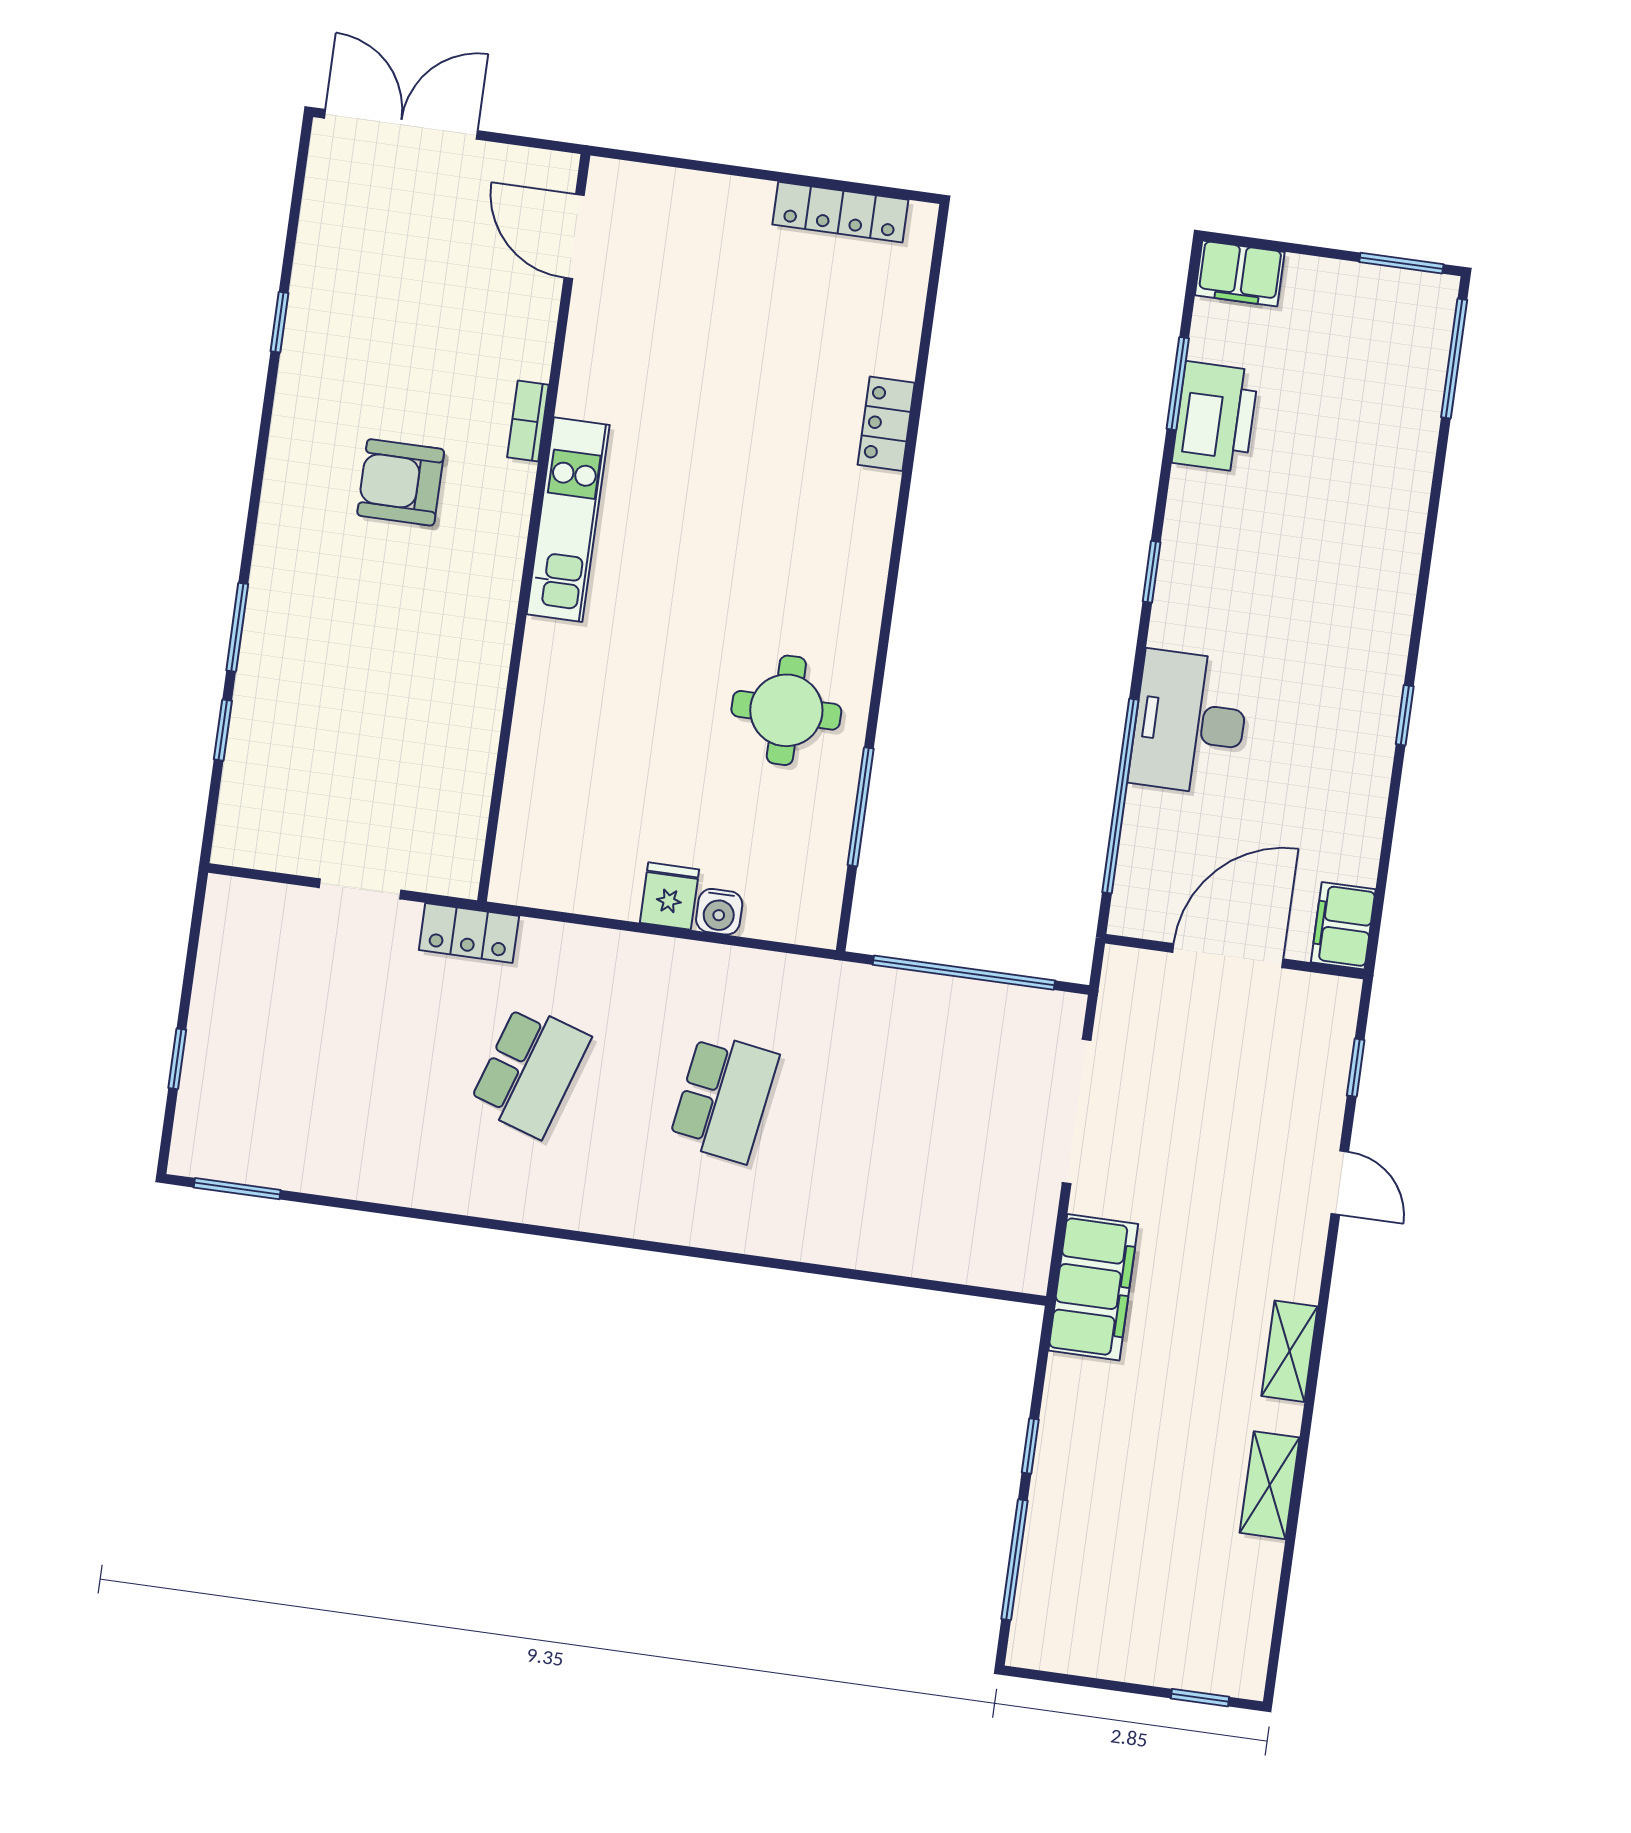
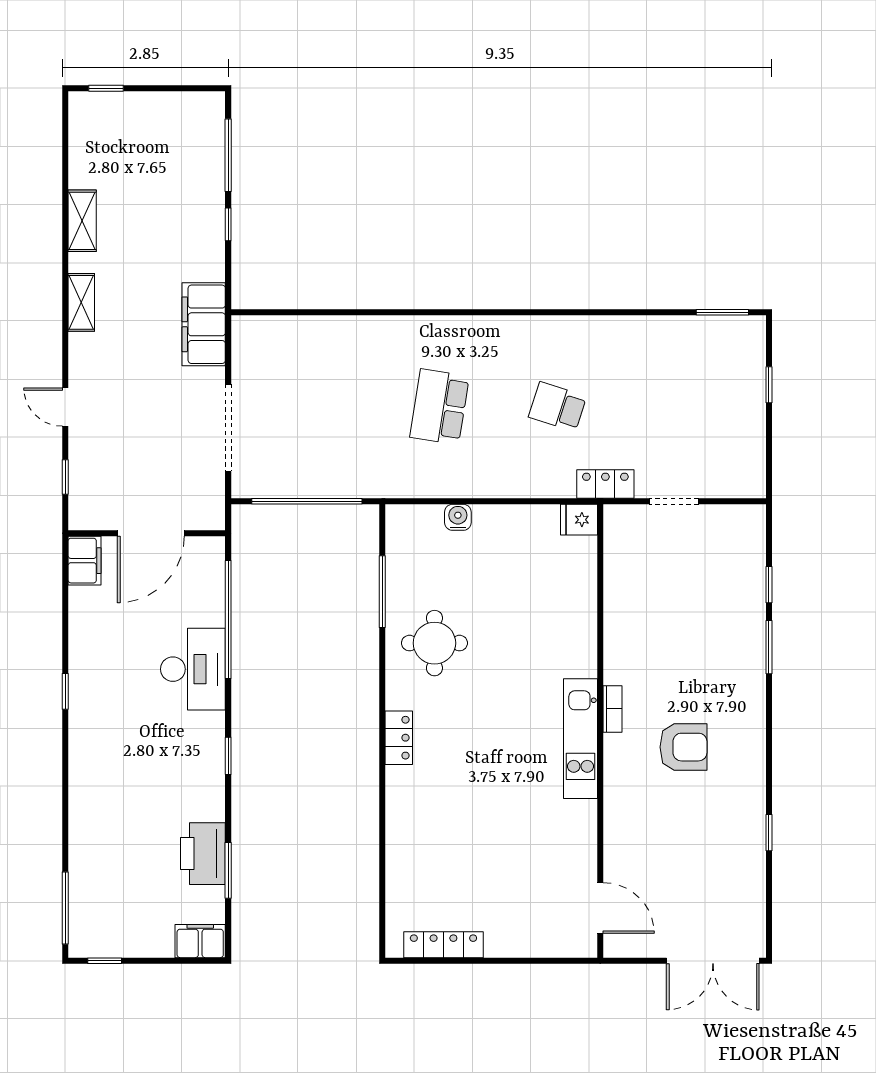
window: (1401, 263) -> (105, 961), width x0.67
bookcase: (528, 421) -> (613, 709), moved
locker: (886, 424) -> (399, 738), moved
fridge: (670, 896) -> (579, 520), moved, turned 90
school desk: (530, 1071) -> (558, 407), width x0.54

